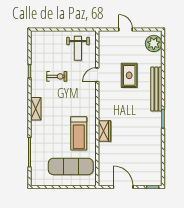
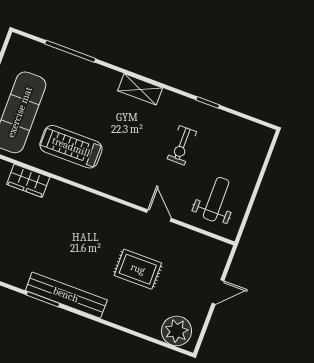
weight bench: (78, 48) -> (216, 199), turned 90
bench: (156, 89) -> (66, 295), moved
wardrobe: (104, 131) -> (28, 181), moved

